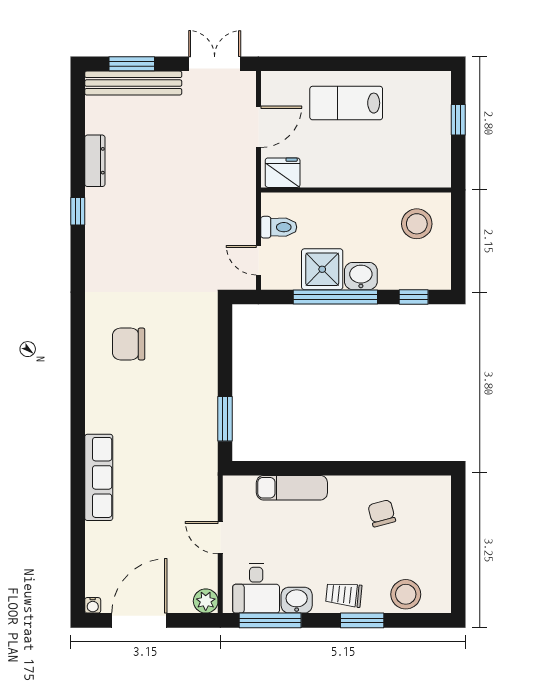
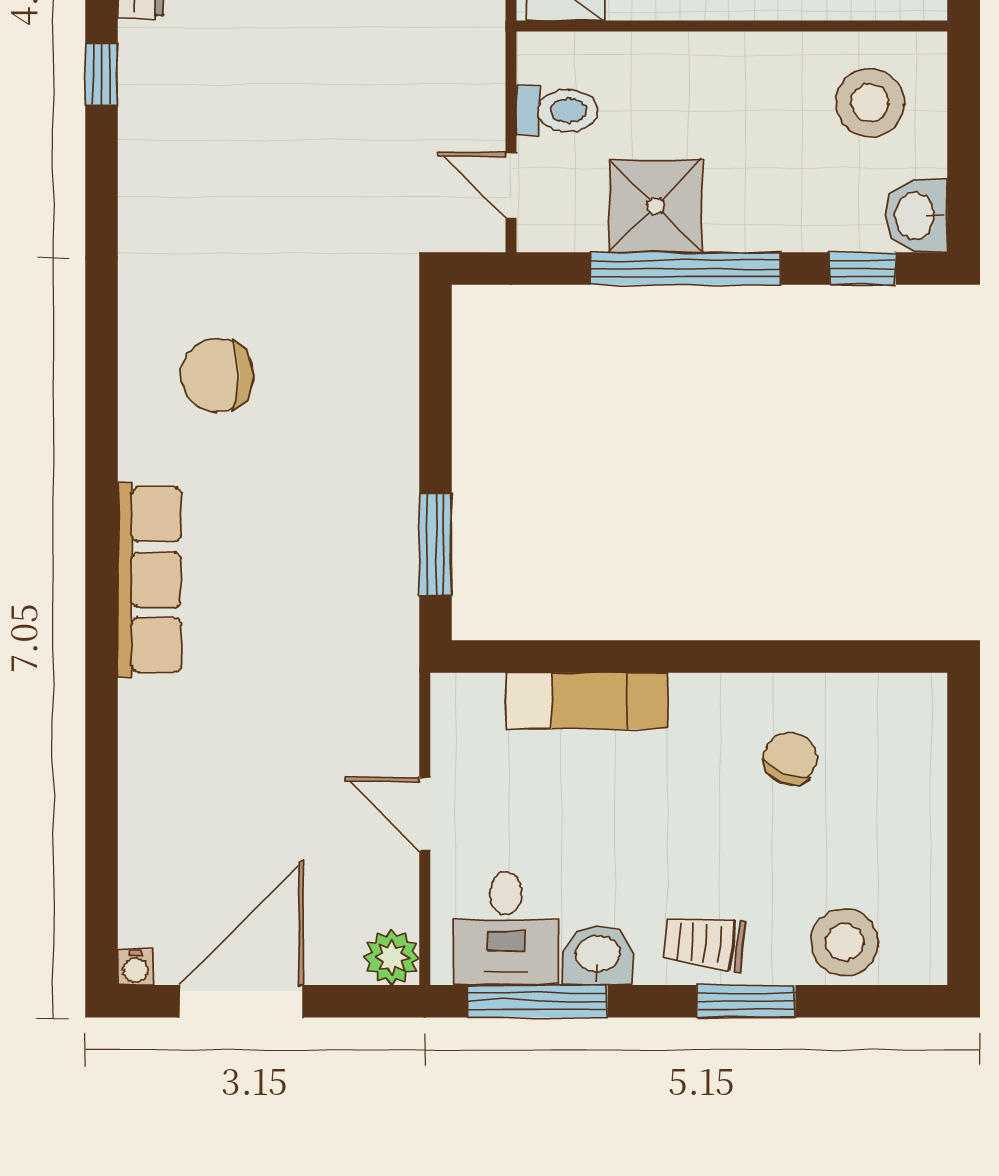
washbasin: (361, 276) -> (916, 216), moved, turned -90
row of seats: (99, 477) -> (149, 580), moved
chair: (382, 513) -> (790, 759), turned 38

